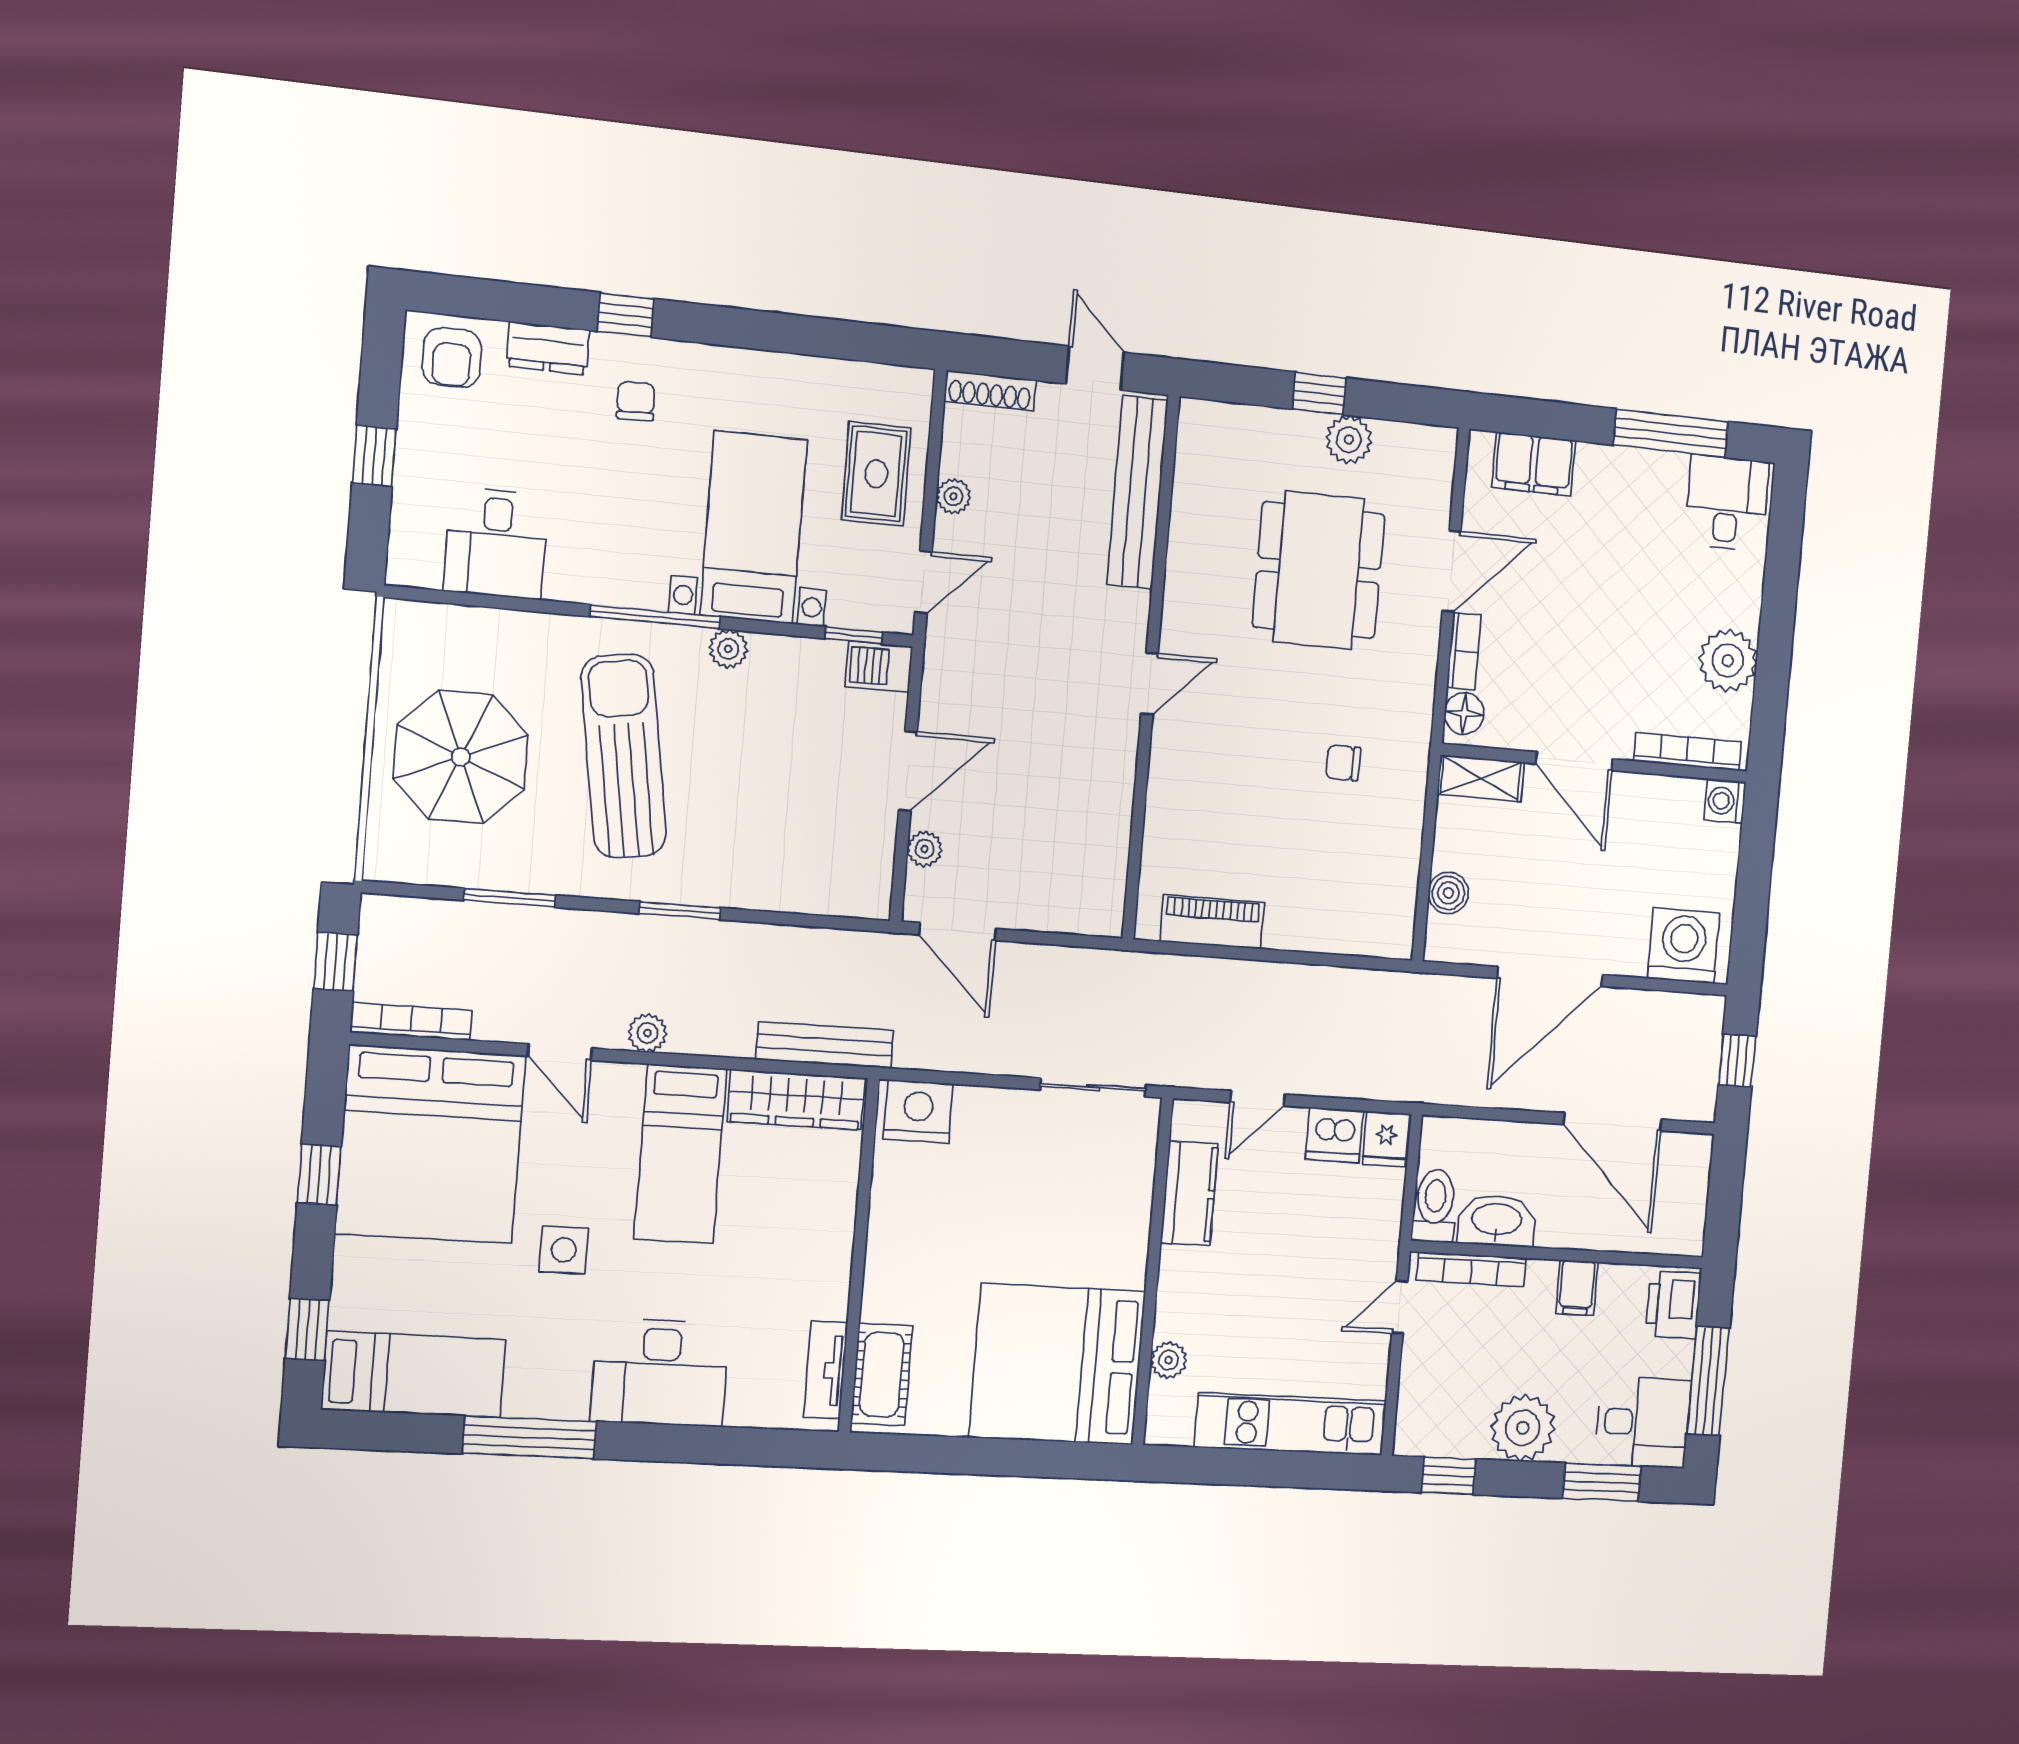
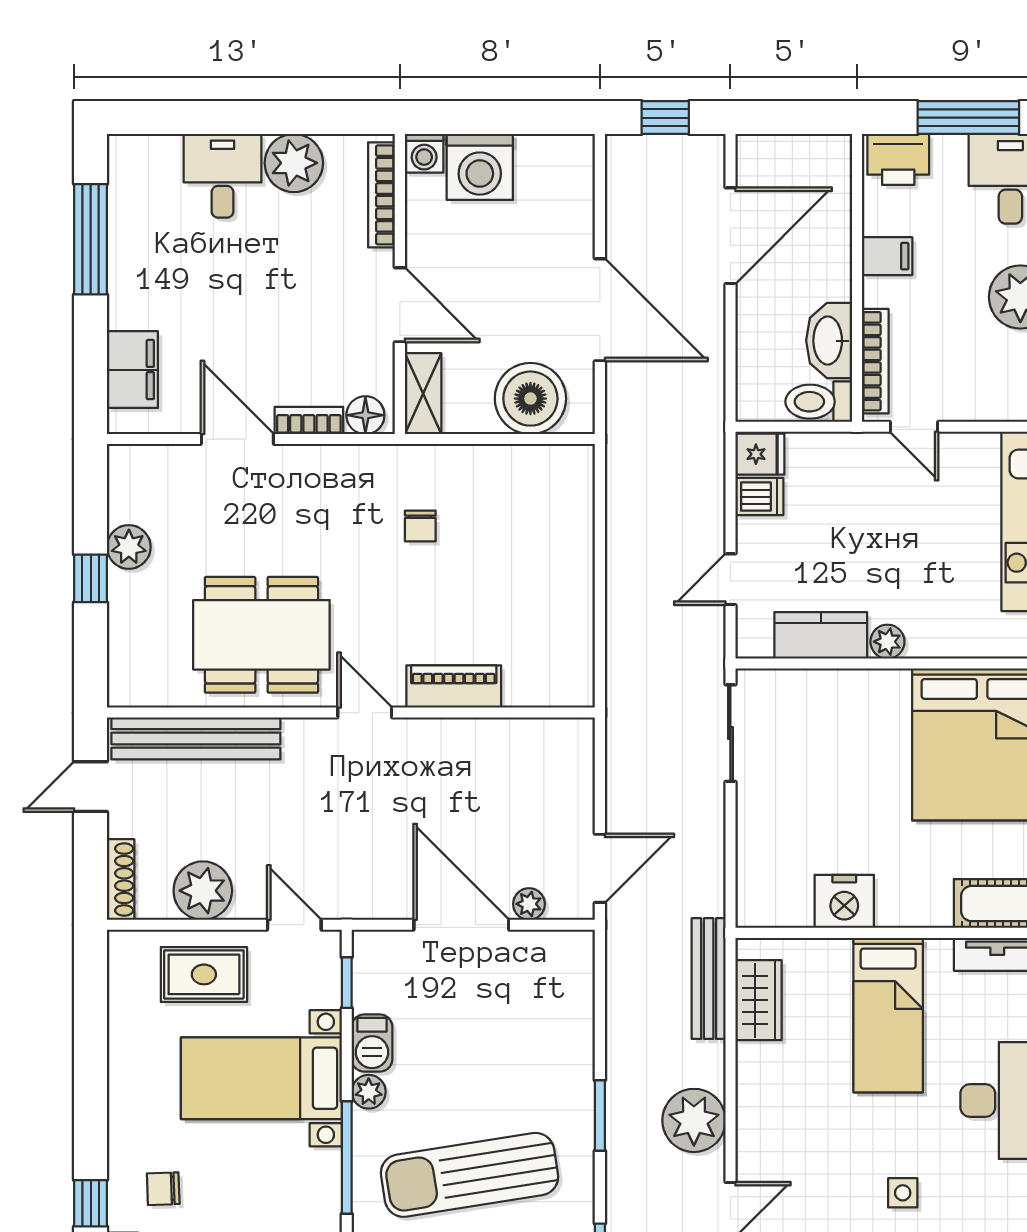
plant: (953, 496) -> (203, 891), width x1.88, depth x1.88
desk: (1727, 503) -> (223, 176), moved, turned 90
dining table: (1319, 570) -> (261, 635), moved
barbecue: (879, 667) -> (372, 1043), moved
door: (1574, 761) -> (400, 305), hinge flipped
door: (908, 771) -> (461, 925), width x1.36
boiler: (1448, 893) -> (530, 399), width x1.86, depth x1.86
piano: (1212, 922) -> (454, 686), moved, turned 90
washing machine: (1684, 946) -> (480, 167), moved, turned -90
plant: (648, 1033) -> (694, 1120), width x1.88, depth x1.88
door: (1258, 1098) -> (730, 579), swing flipped
wardrobe: (796, 1100) -> (759, 1000), width x0.67
nightstand: (918, 1111) -> (844, 901), moved, turned -90
dishwasher: (1334, 1135) -> (759, 497), width x0.73
bed: (680, 1154) -> (888, 1015), moved, turned 90
side table: (564, 1250) -> (903, 1193), width x0.73, depth x0.73
plant: (1169, 1360) -> (887, 642), moved

